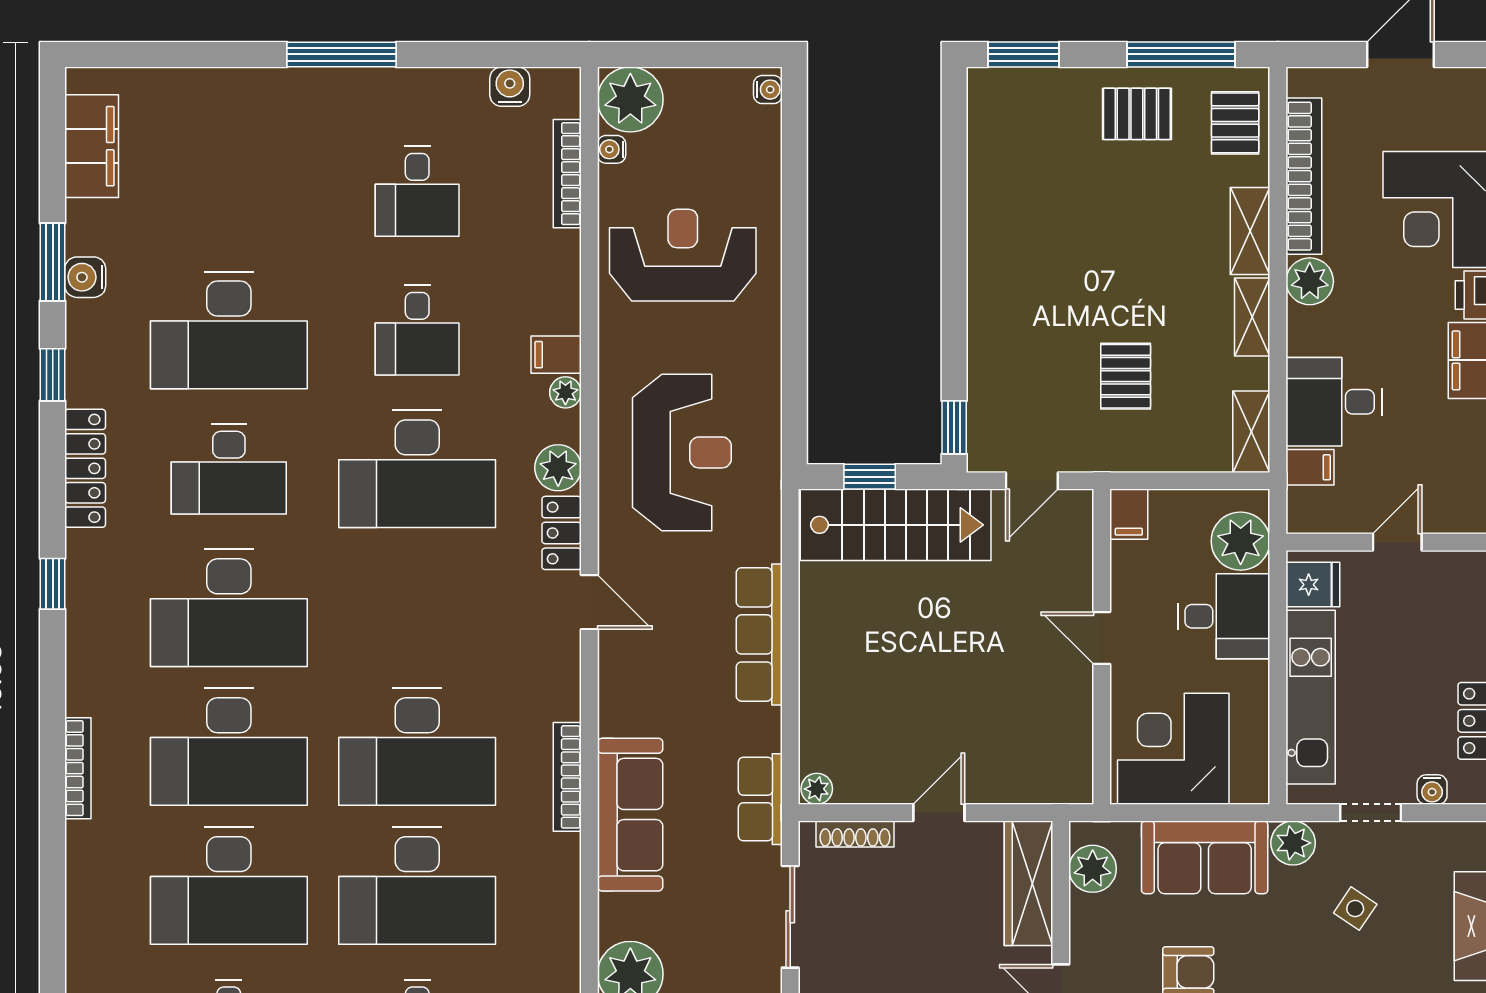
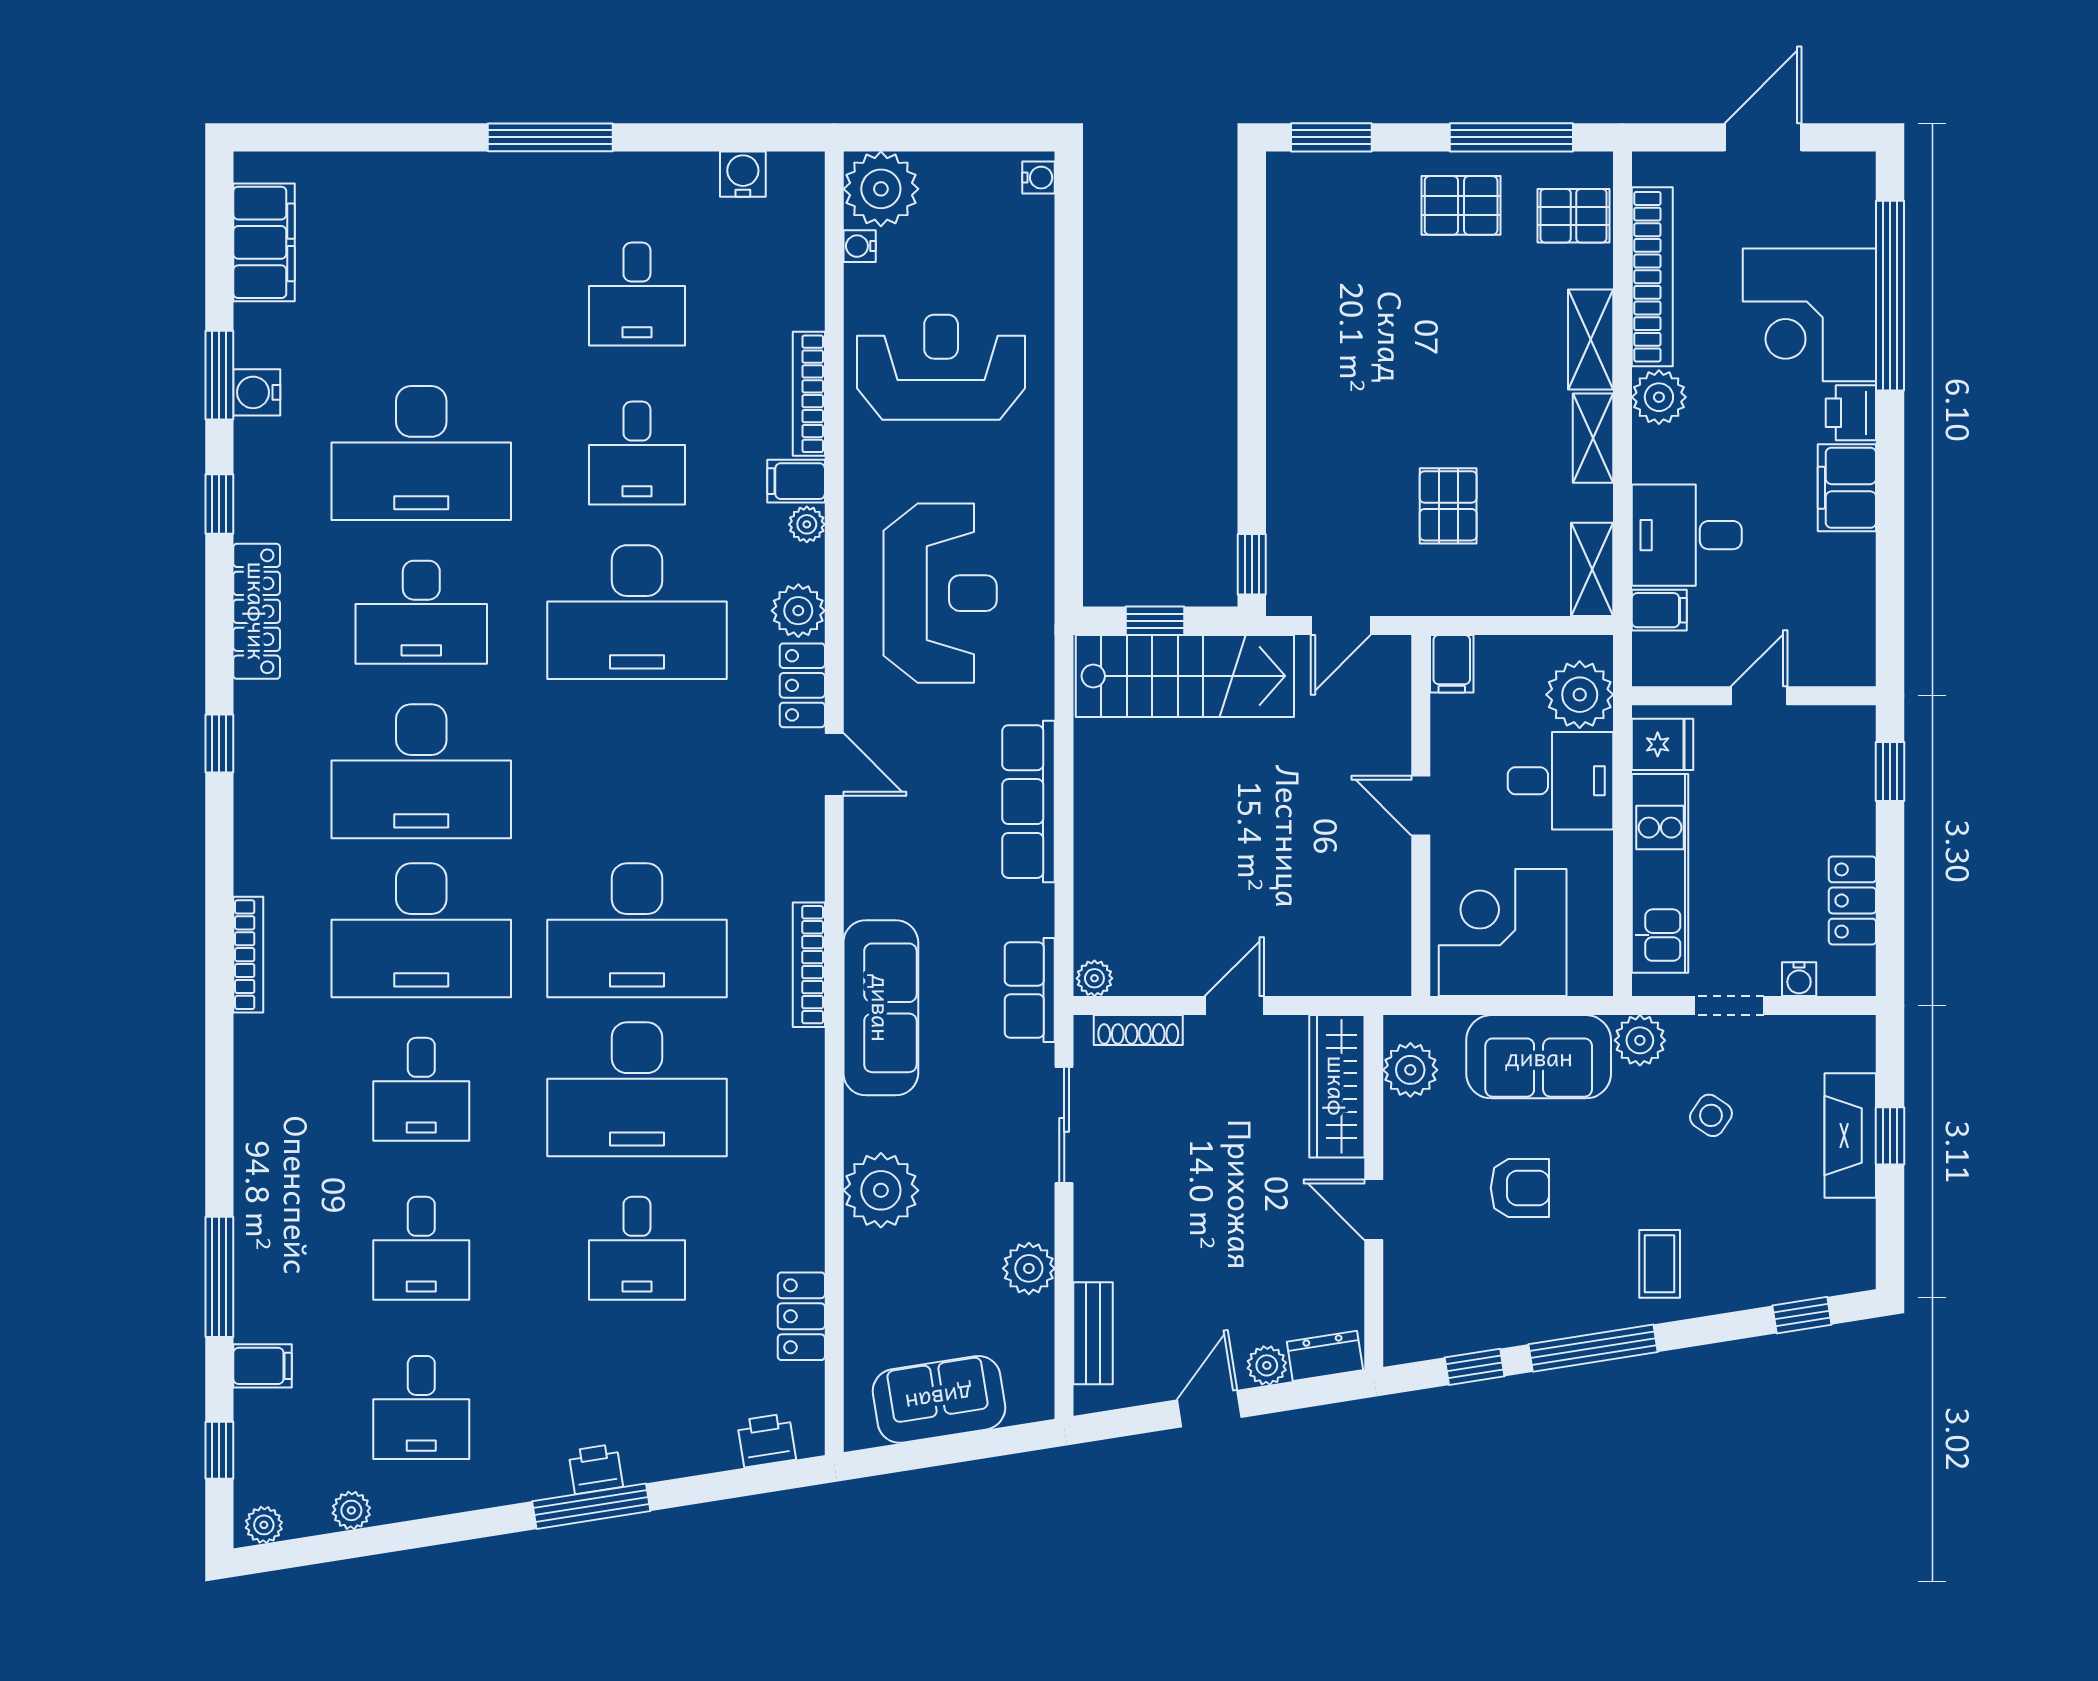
pallet: (1235, 123) -> (1573, 216), turned 90
bookcase: (567, 174) -> (809, 394), moved
desk: (229, 886) -> (421, 1089), width x0.53, depth x0.77

